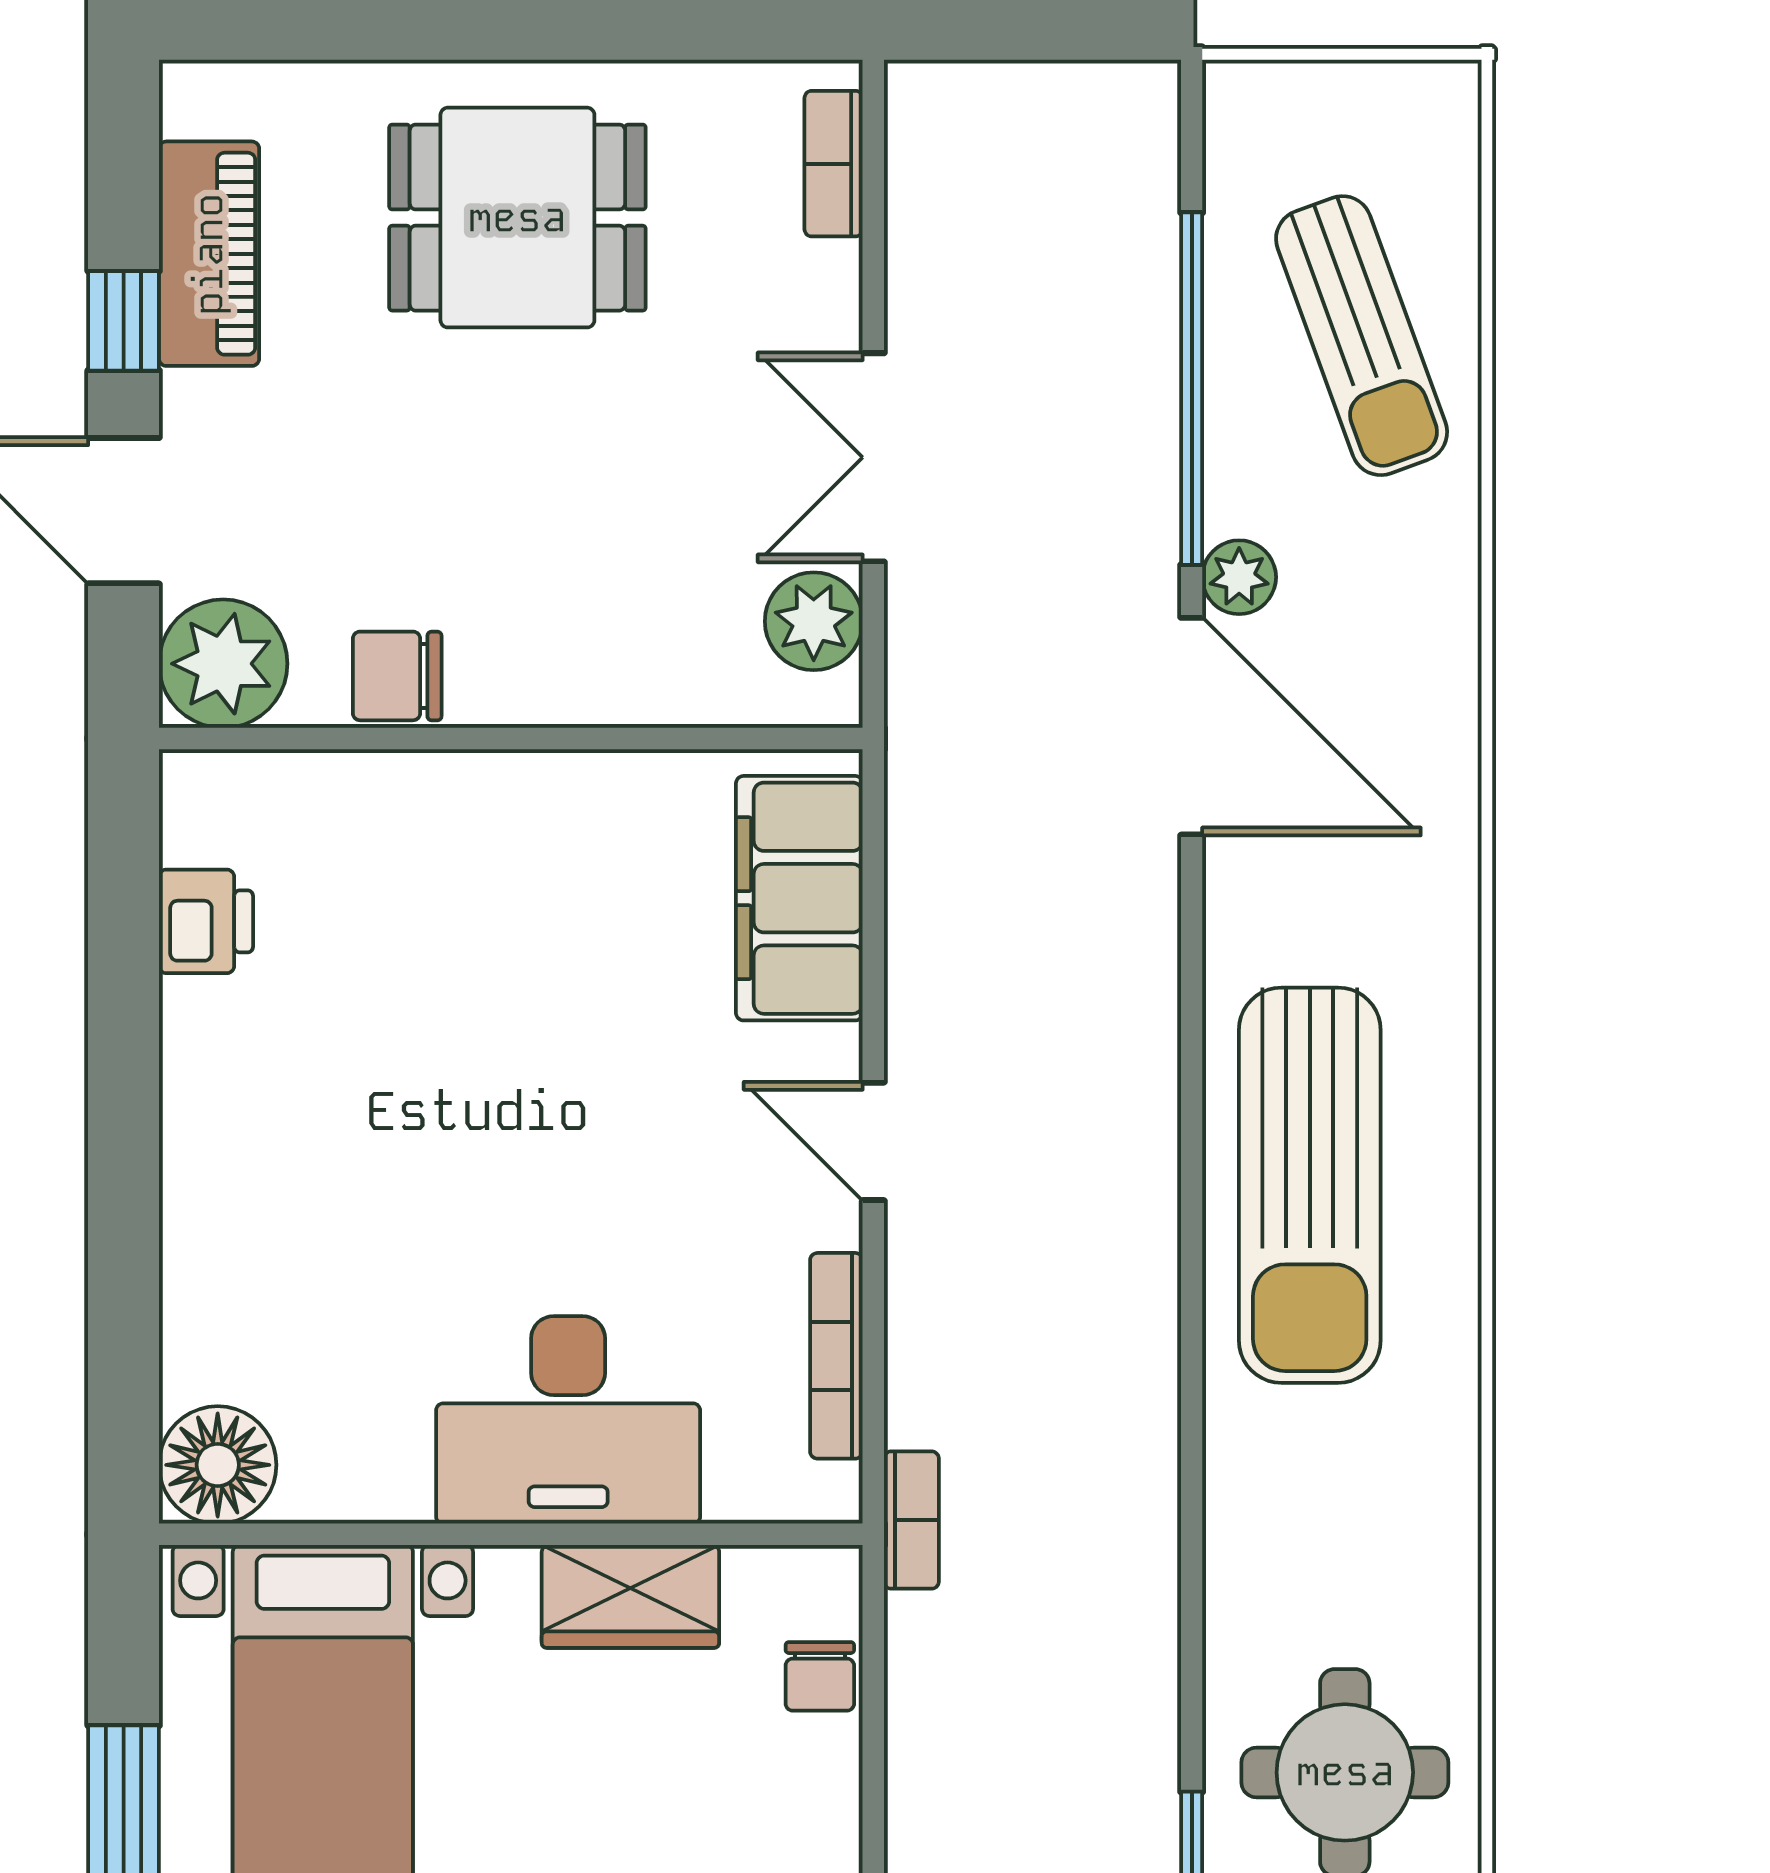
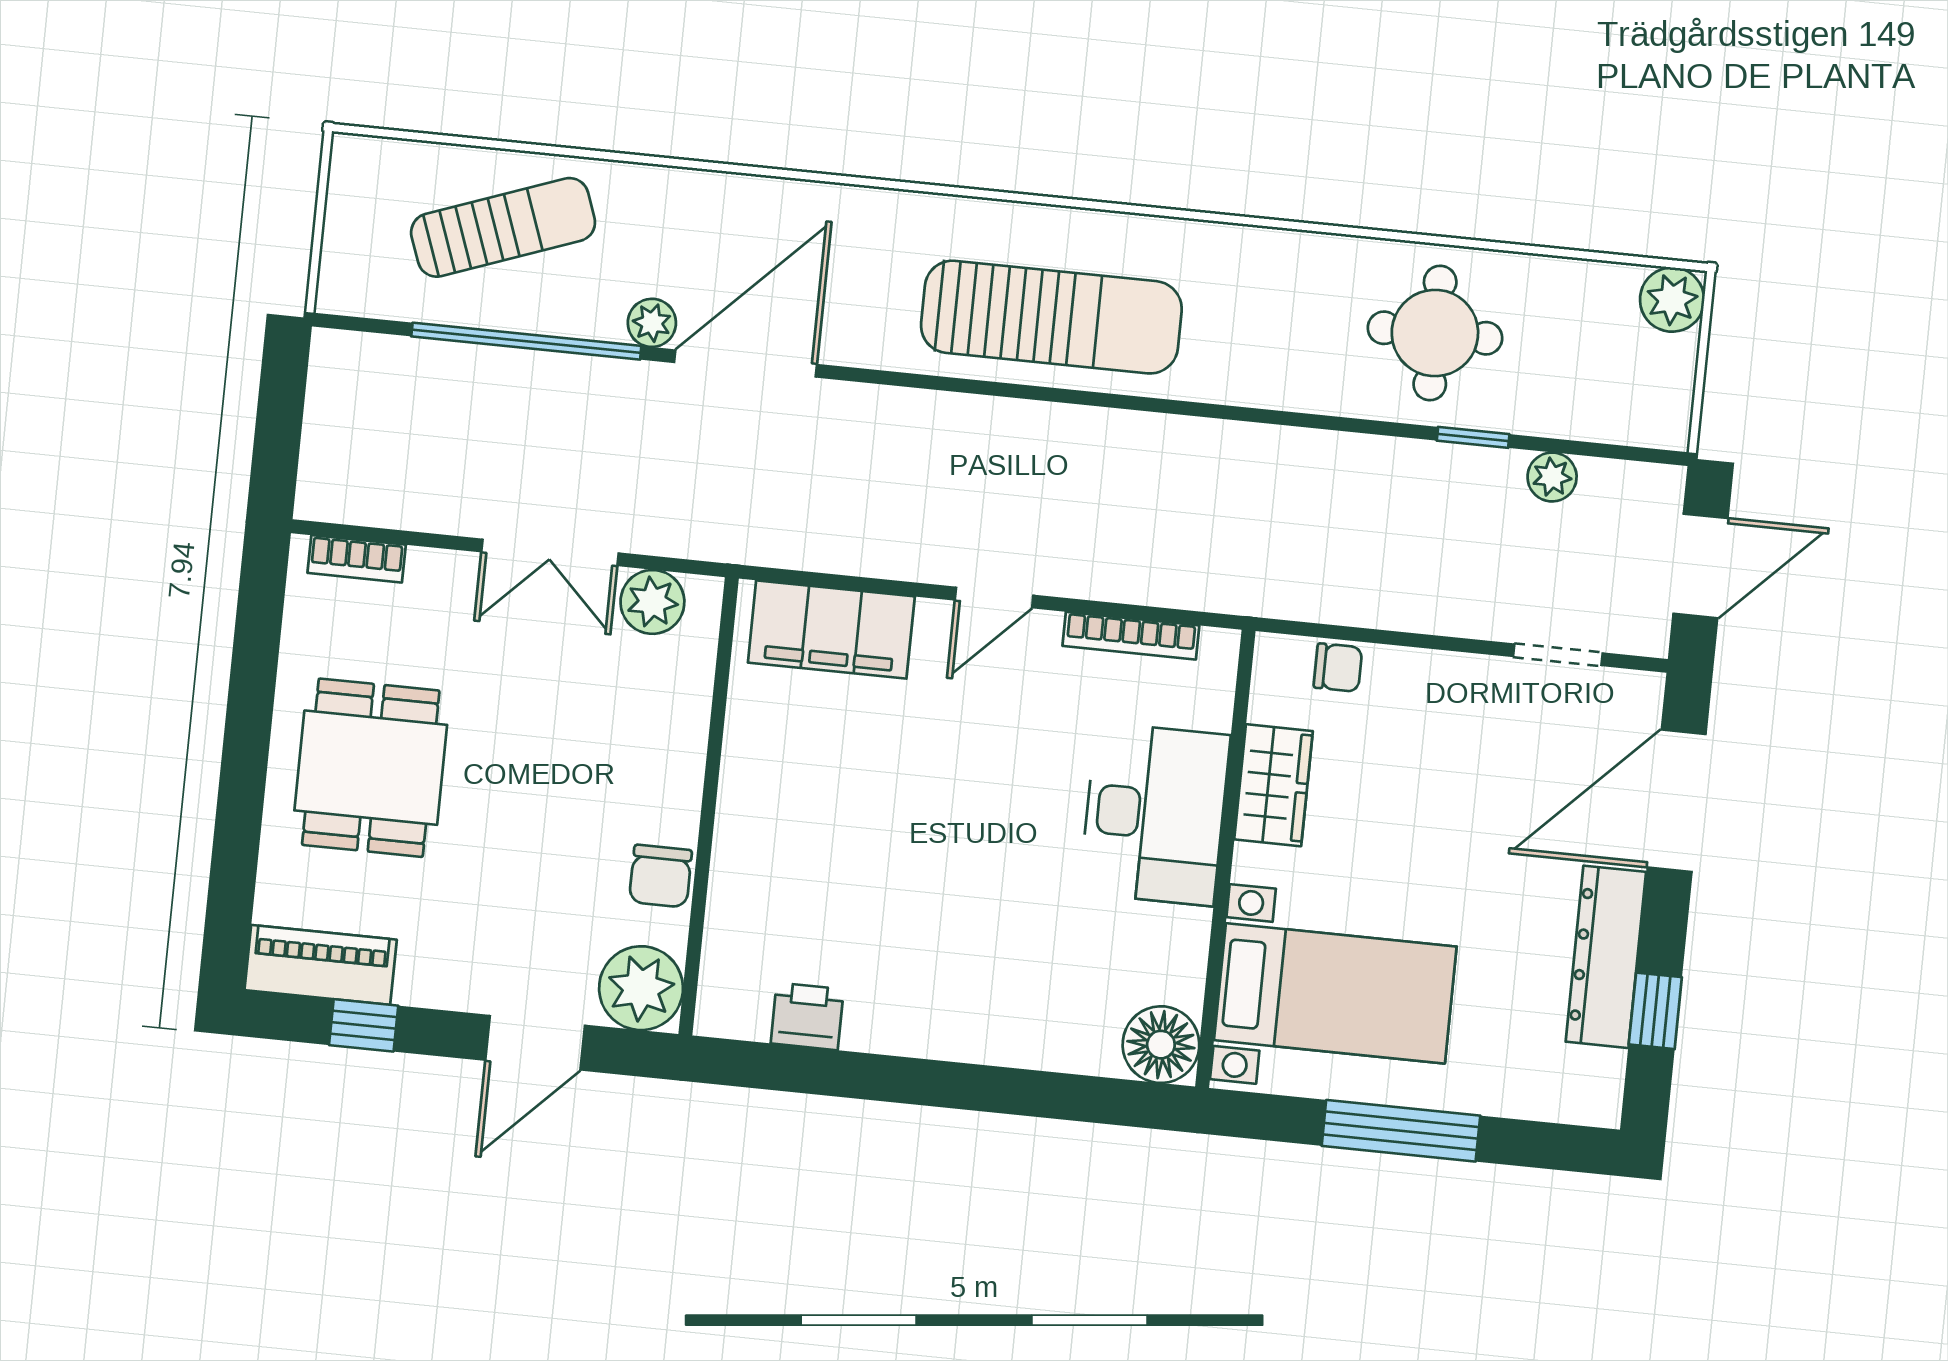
piano: (209, 254) -> (321, 965), moved
window: (124, 321) -> (364, 1025), moved
bookcase: (911, 1520) -> (1242, 598), removed

